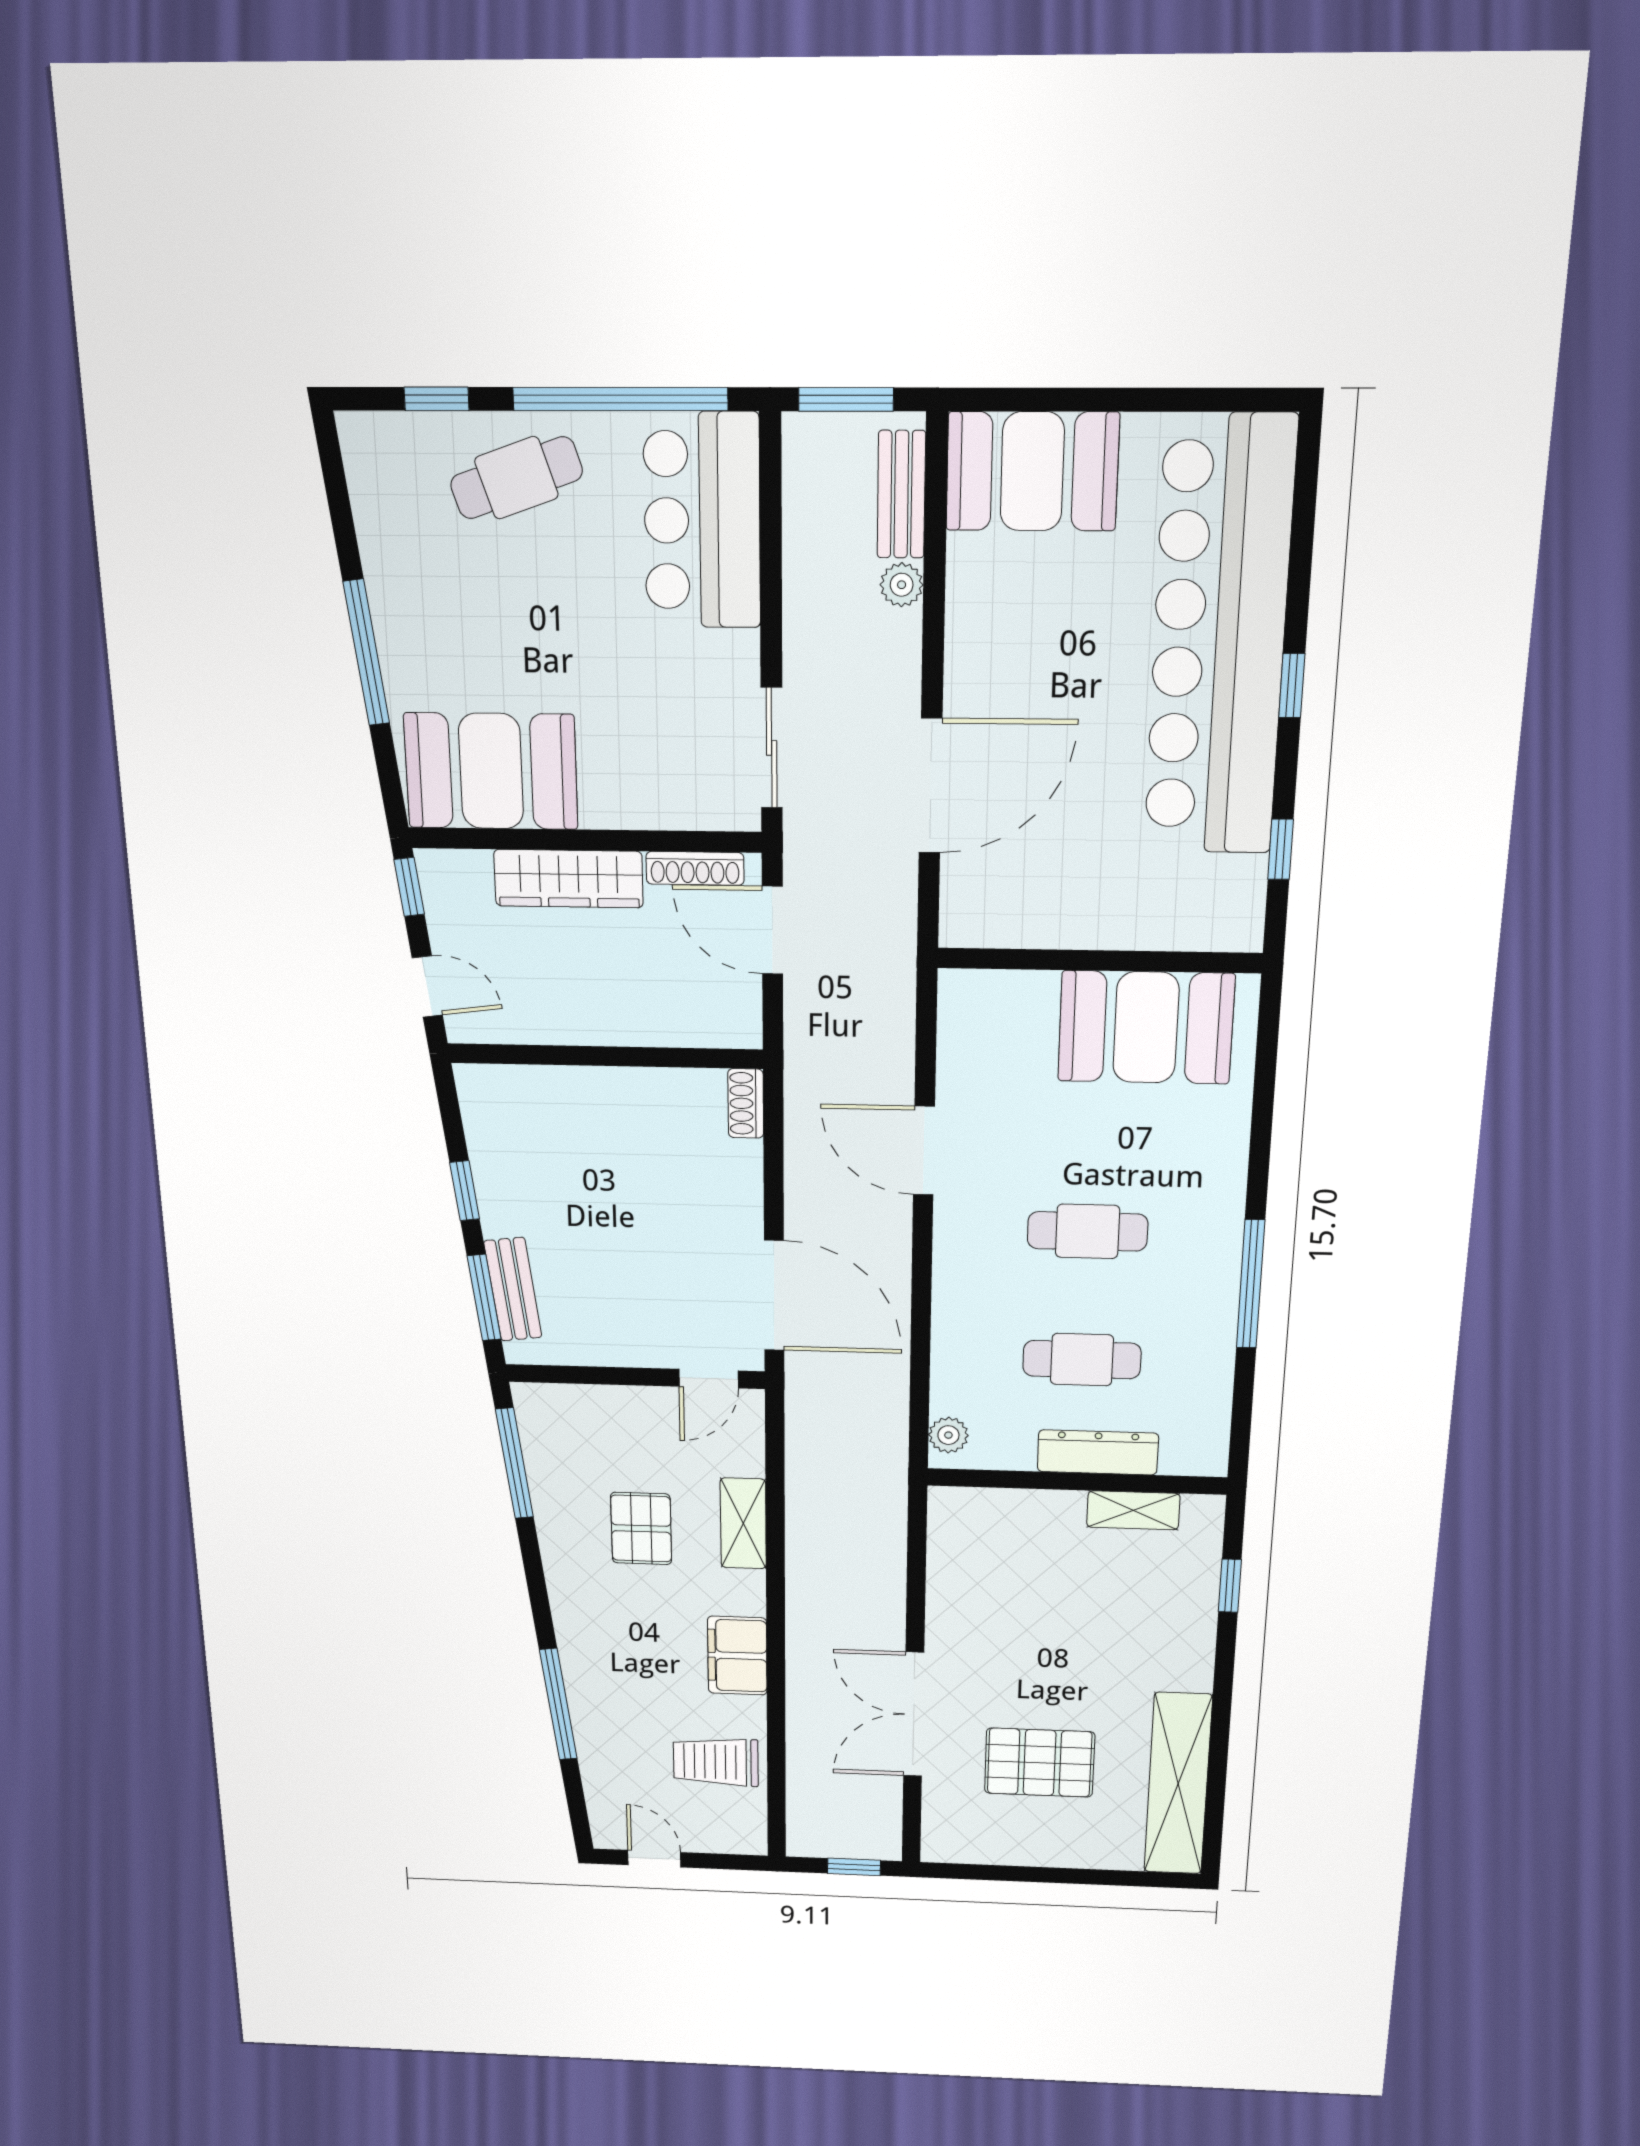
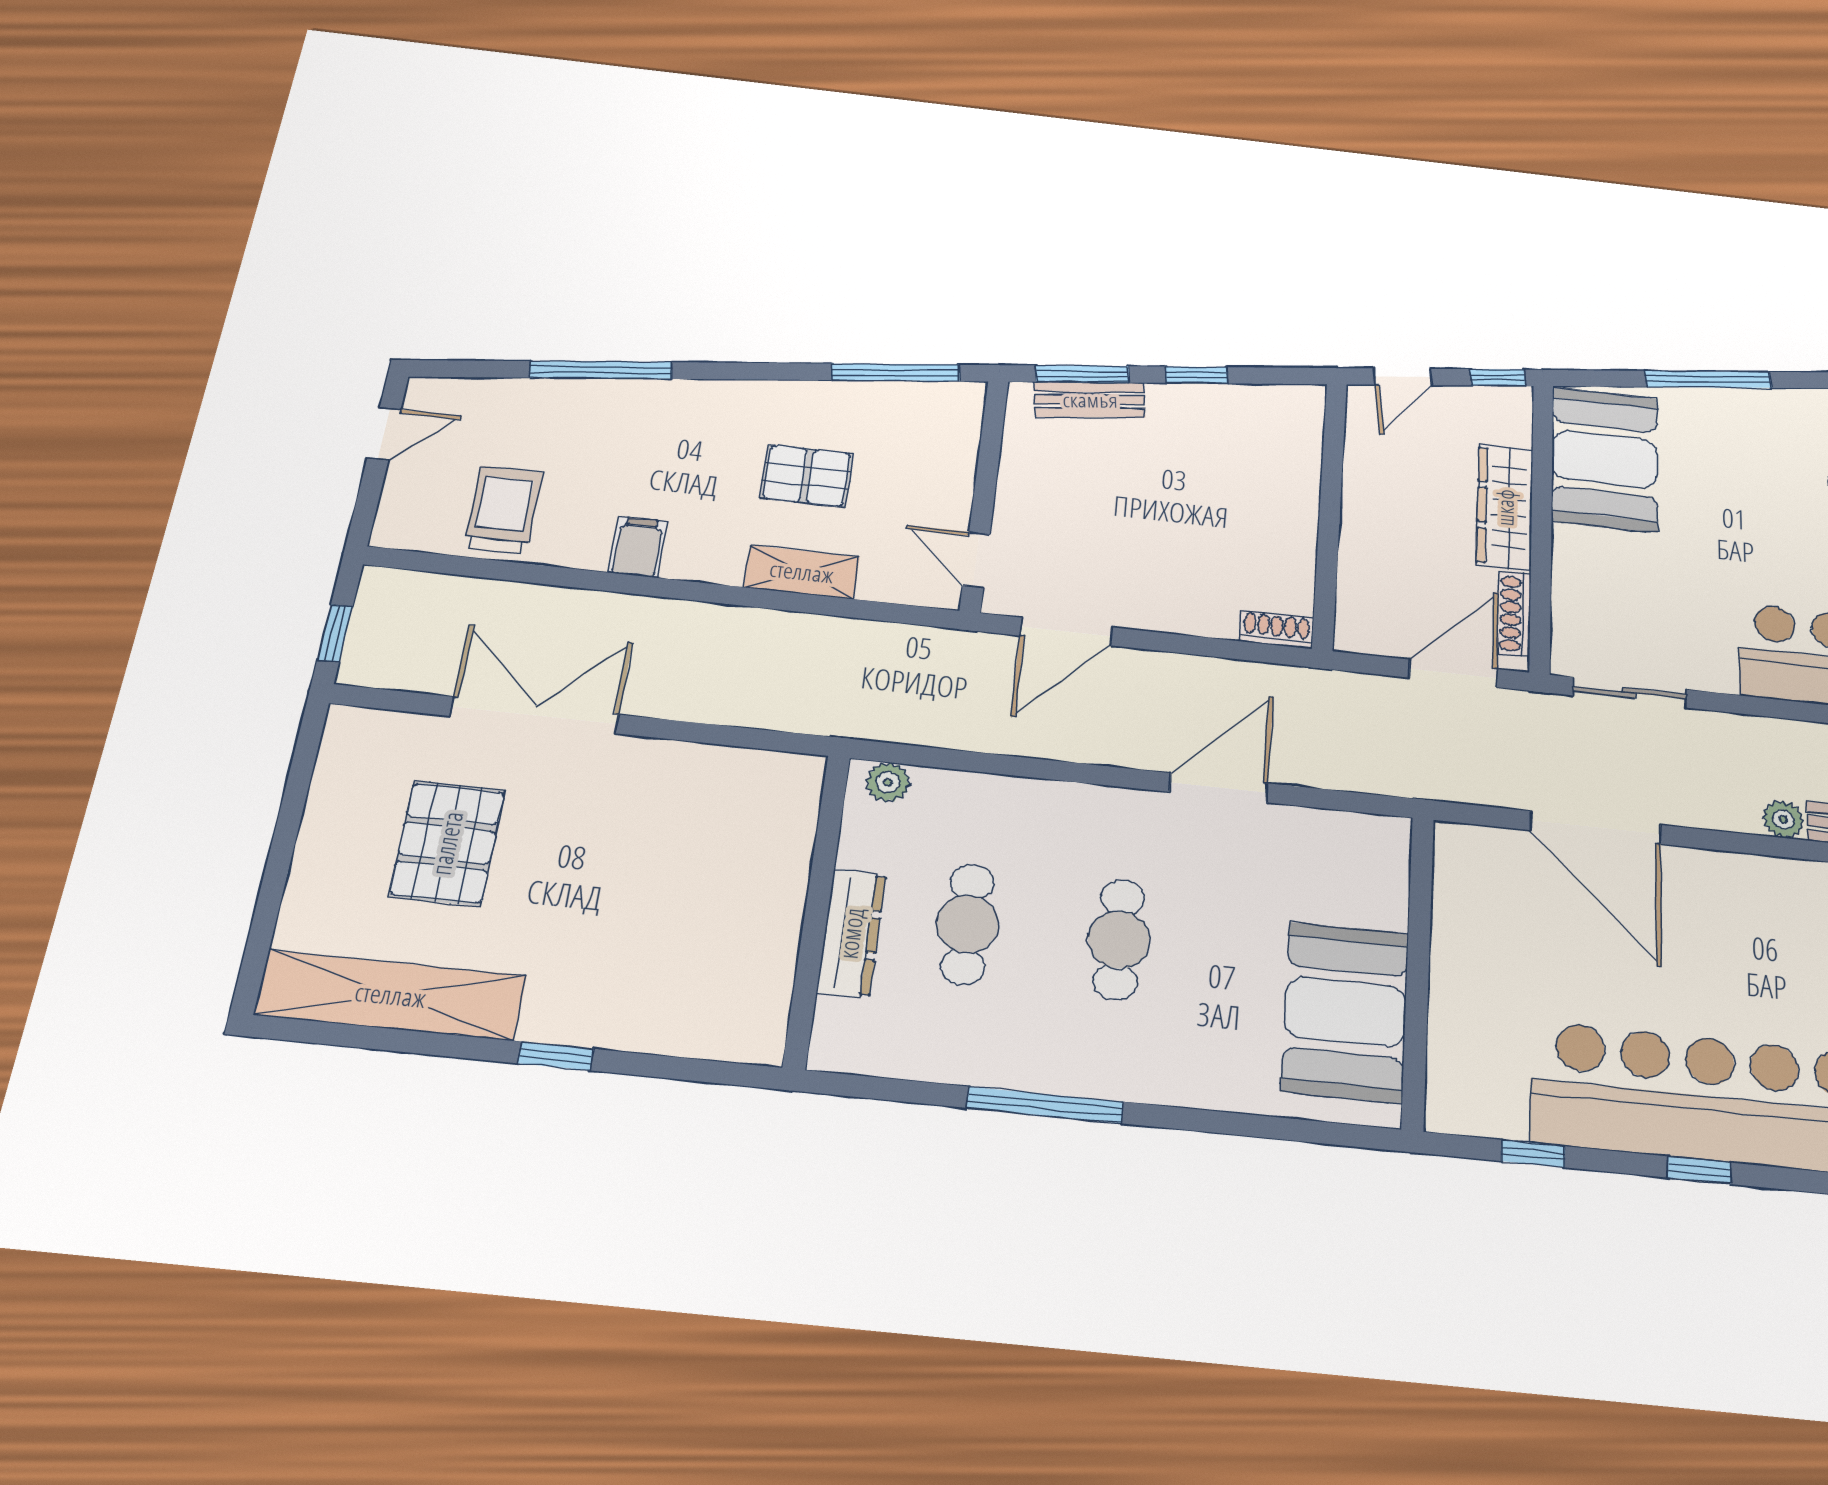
door: (774, 1295) -> (1066, 631), width x0.73
shelving: (1133, 1510) -> (773, 966), removed
window: (1230, 1586) -> (556, 1056), moved
filing cabinet: (737, 1656) -> (638, 547), width x0.50

